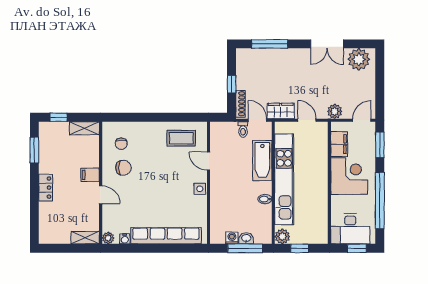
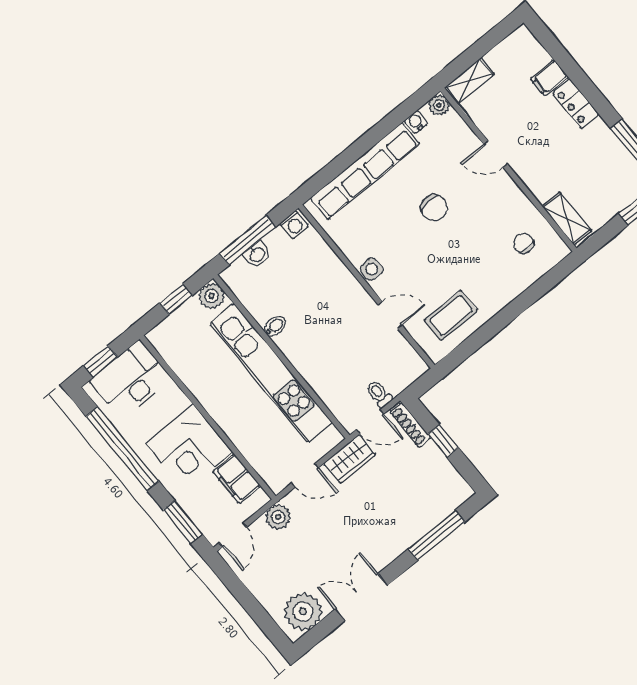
shelving: (84, 128) -> (567, 219), moved, turned 90
bathtub: (262, 161) -> (320, 374), removed
chair: (123, 168) -> (434, 208), moved, turned -96
filing cabinet: (90, 175) -> (549, 78), moved, turned 180
washing machine: (232, 238) -> (294, 225), moved

